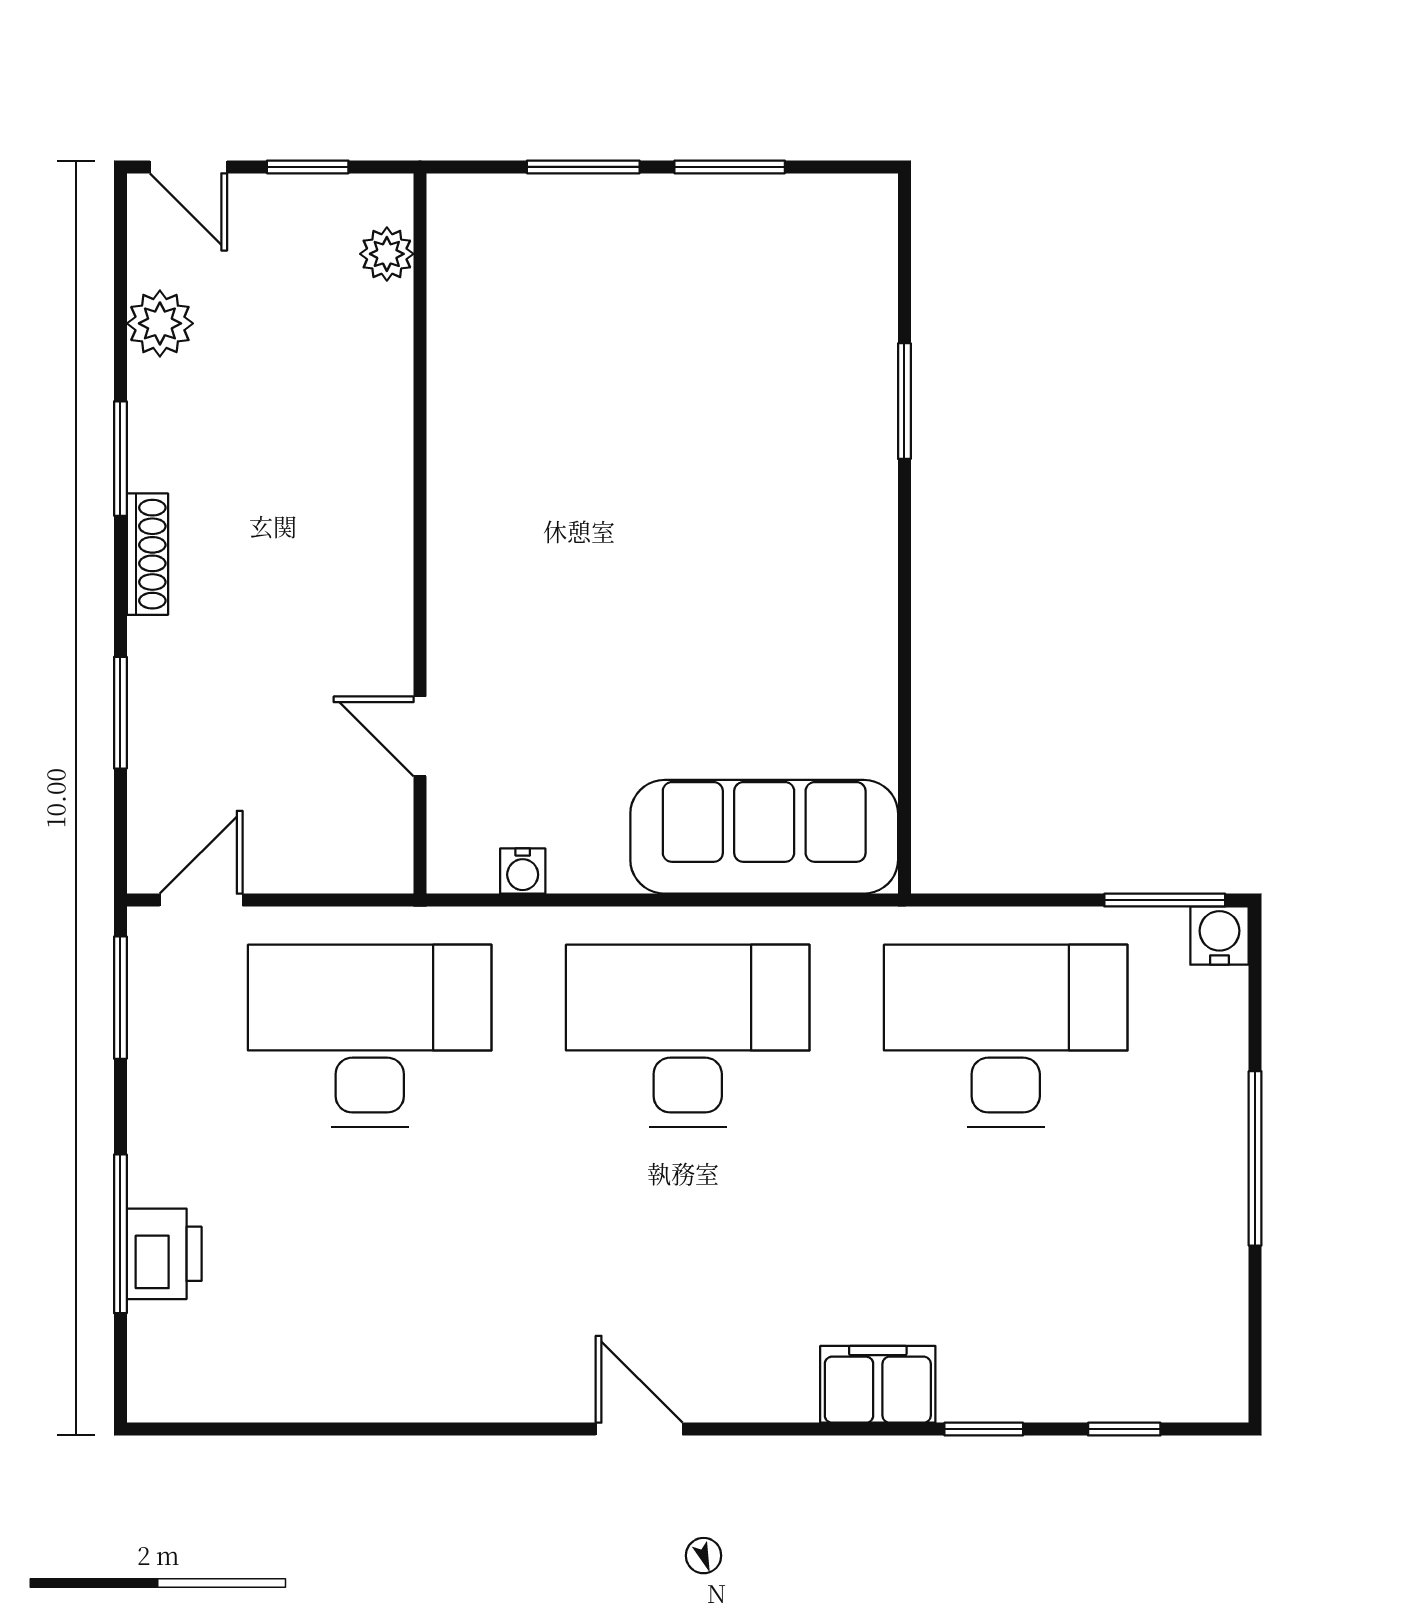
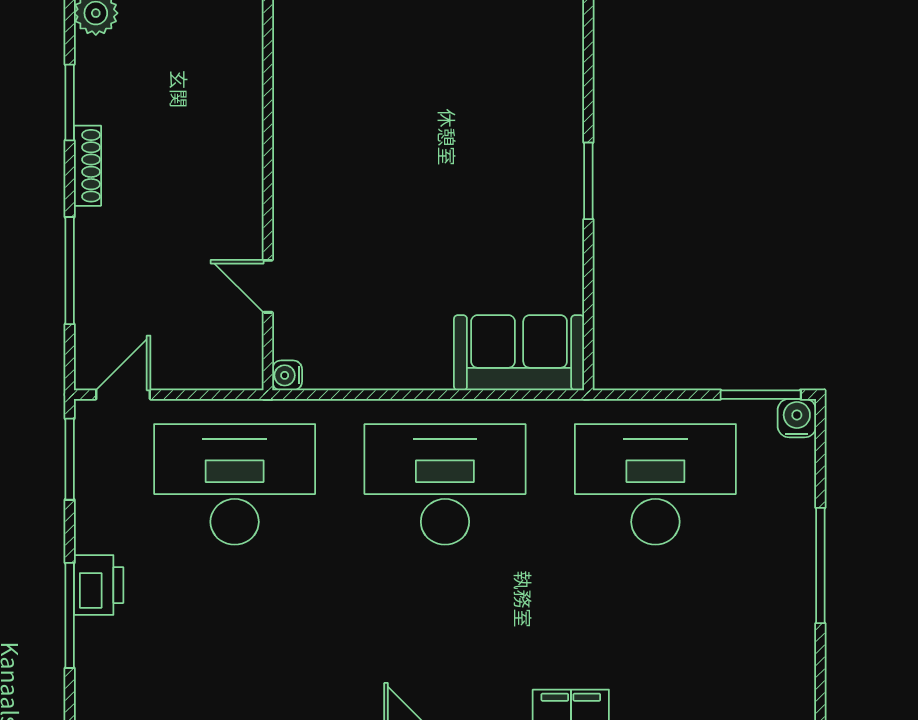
window: (904, 401) -> (588, 181), moved
window: (120, 713) -> (70, 271), width x1.44
sofa: (764, 837) -> (519, 353), width x0.73
water cooler: (523, 871) -> (287, 375), moved, turned 90
printer: (164, 1254) -> (99, 585), moved

